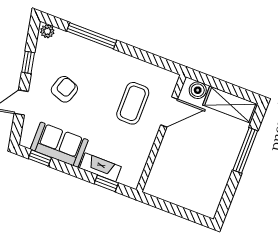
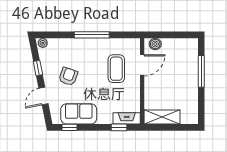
window: (92, 36) -> (92, 35), moved
shelving: (230, 105) -> (162, 117), moved
fireplace: (100, 167) -> (127, 118), moved

